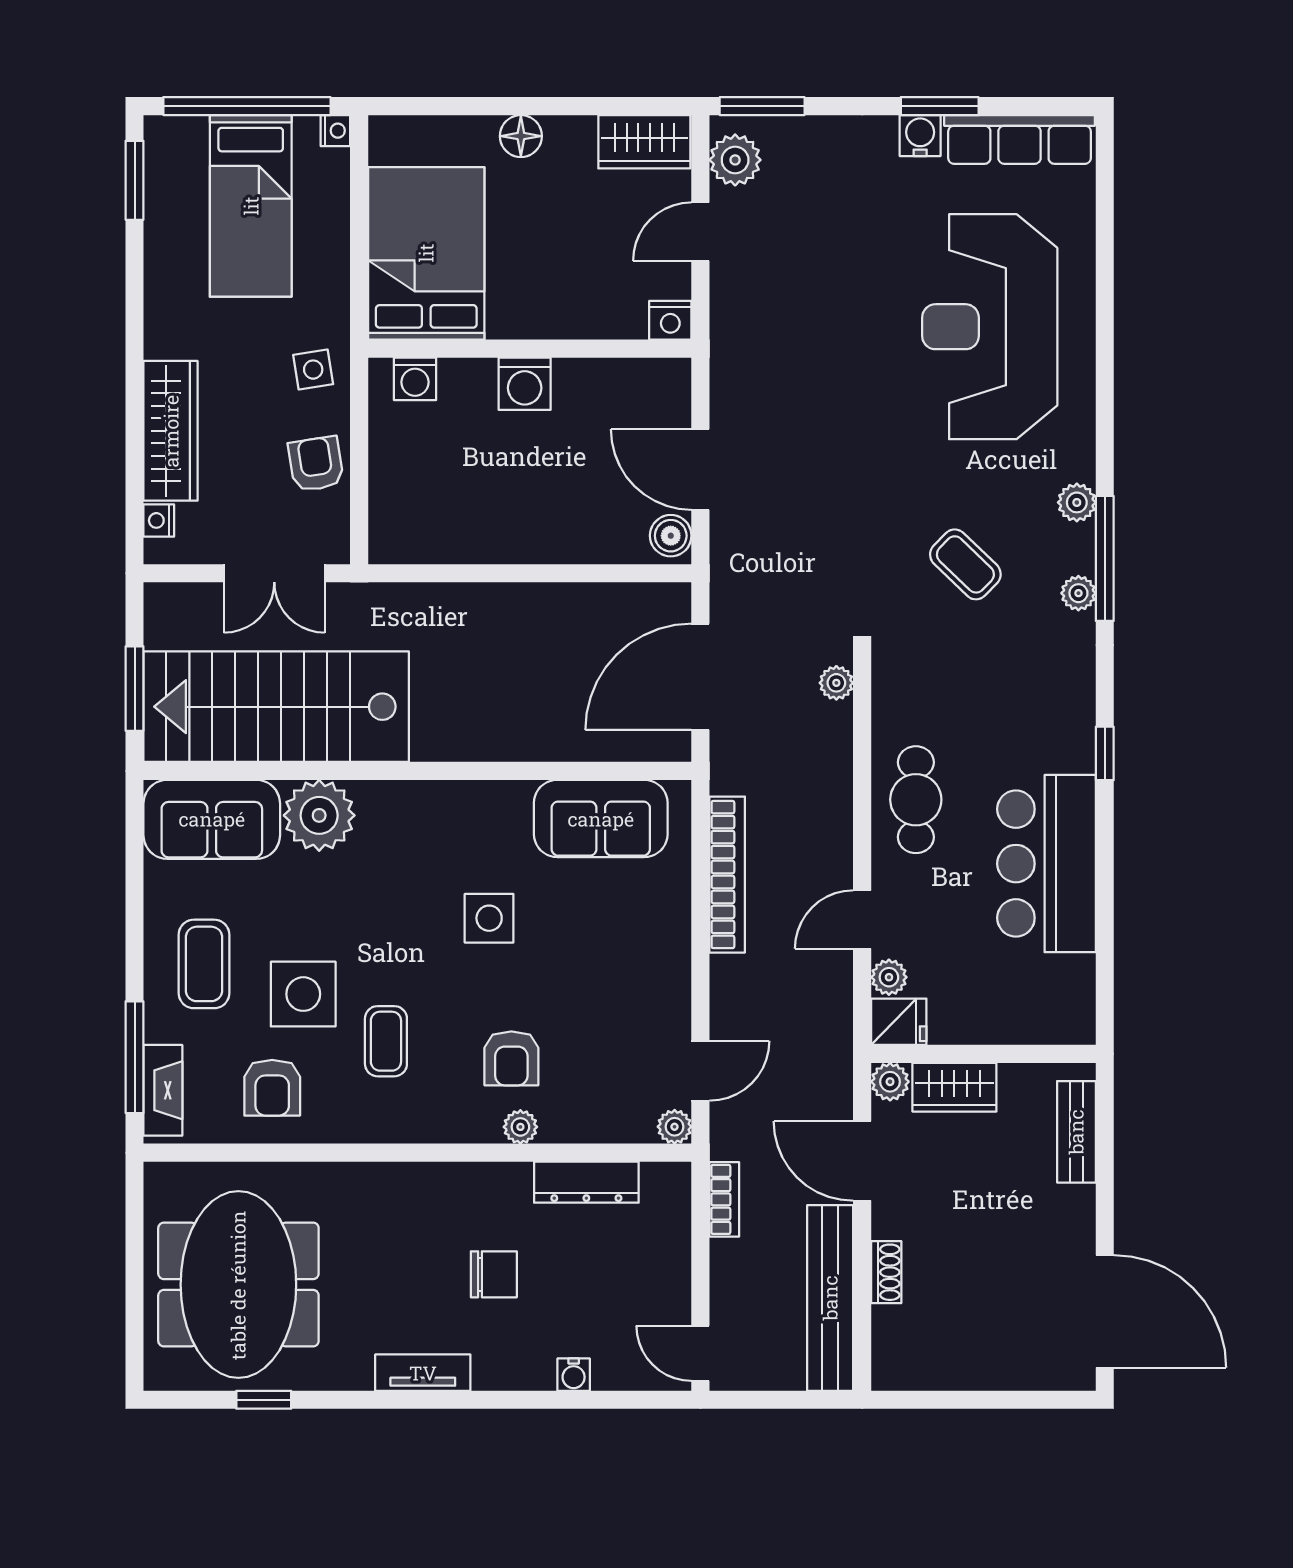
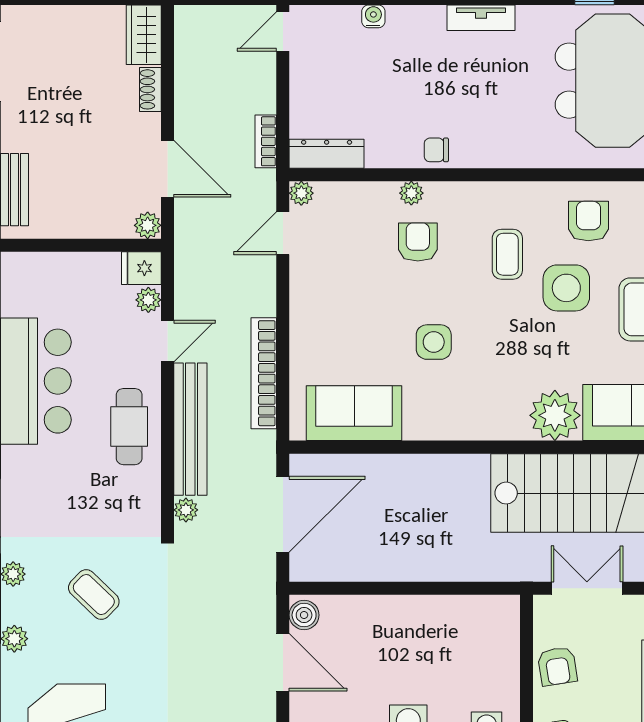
wardrobe: (954, 1087) -> (144, 35), moved, turned -90
dresser: (586, 1182) -> (327, 154), moved
chair: (494, 1274) -> (436, 150), moved, width x0.73, depth x0.73
bench: (830, 1298) -> (190, 429), moved
door: (700, 1353) -> (283, 32), swing flipped

